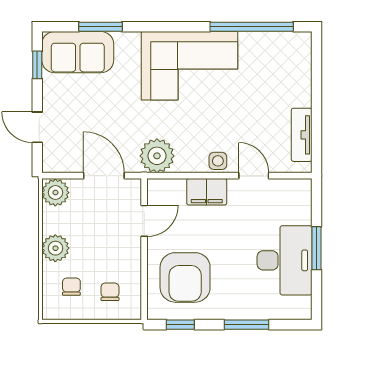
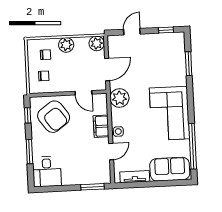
sofa: (78, 52) -> (170, 169), moved, turned 90
window: (316, 248) -> (93, 187), moved
desk: (285, 260) -> (47, 172), moved, width x0.73
armchair: (185, 277) -> (54, 117), turned -126

